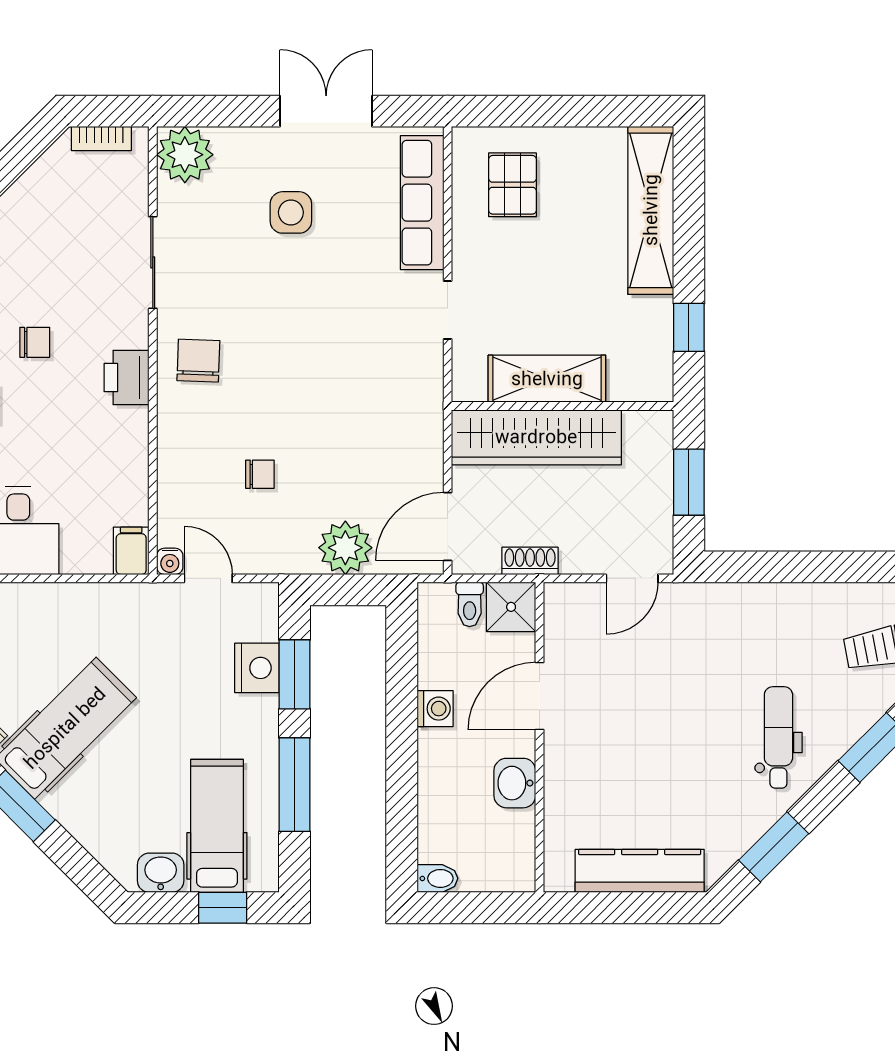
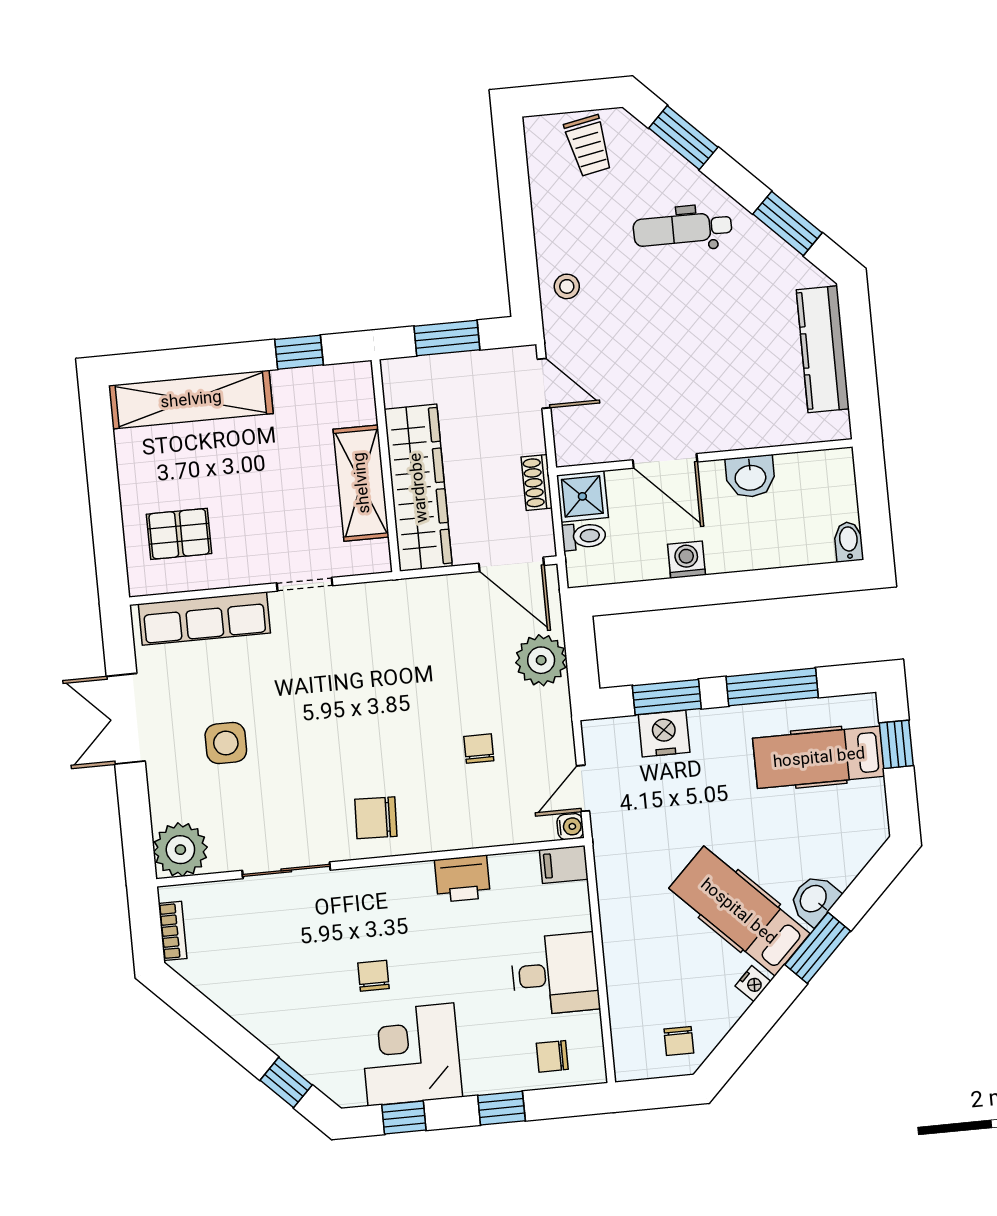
printer: (126, 378) -> (462, 879), moved
stool: (730, 612) -> (567, 286), added
washbasin: (161, 873) -> (814, 899), moved, turned 45

